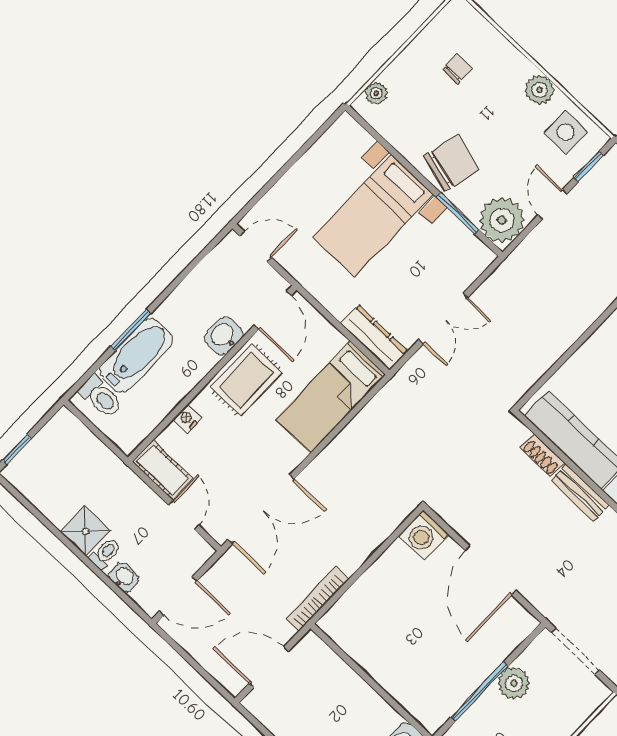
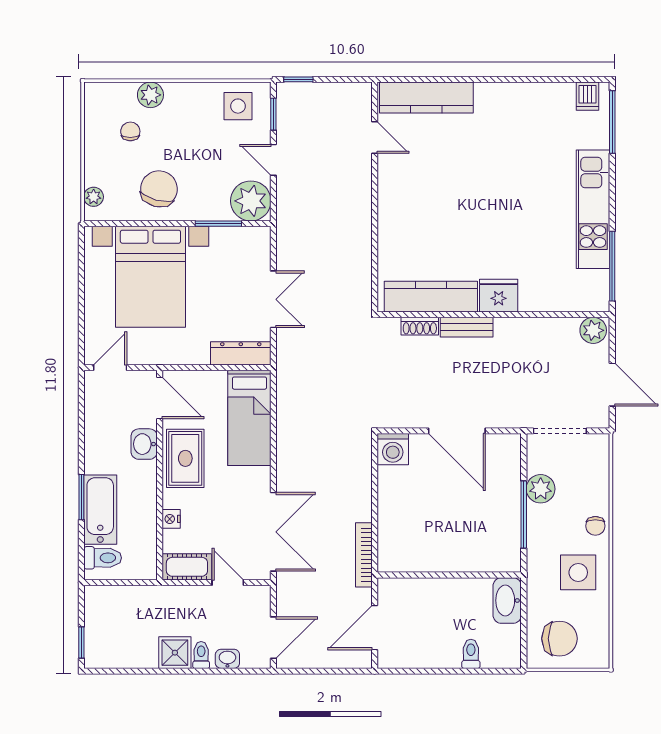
plant: (540, 90) -> (150, 95), moved
chair: (451, 163) -> (159, 189), moved
bed with nightstands: (373, 216) -> (150, 277), width x1.36

